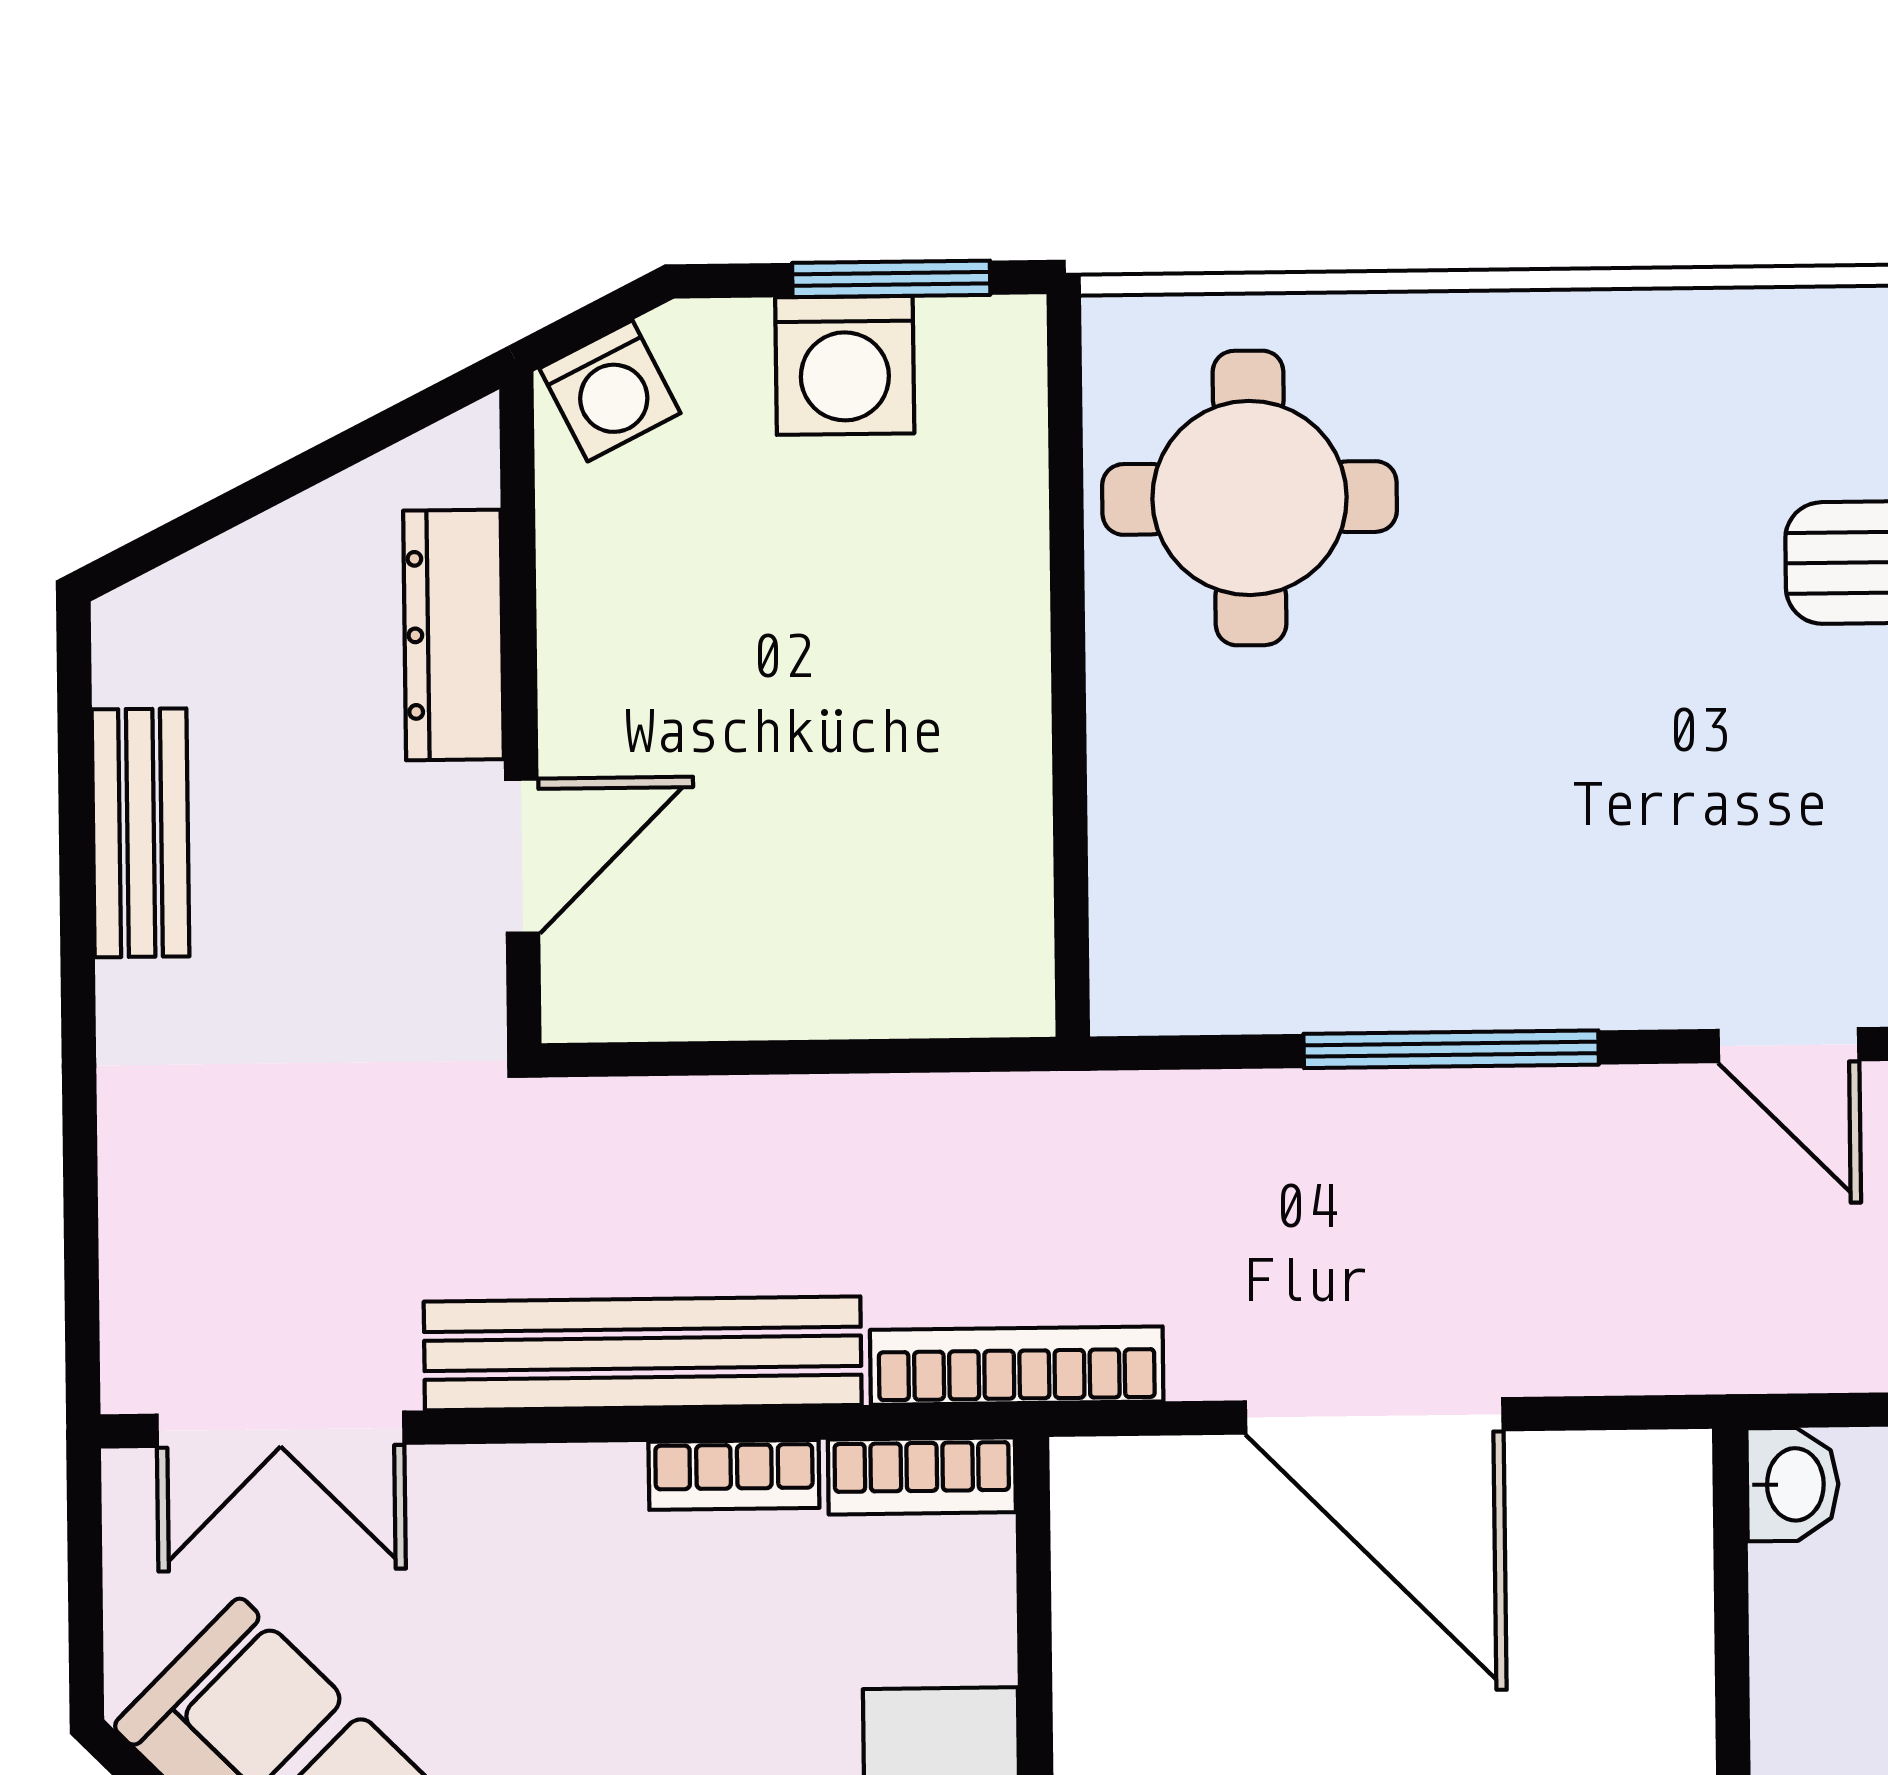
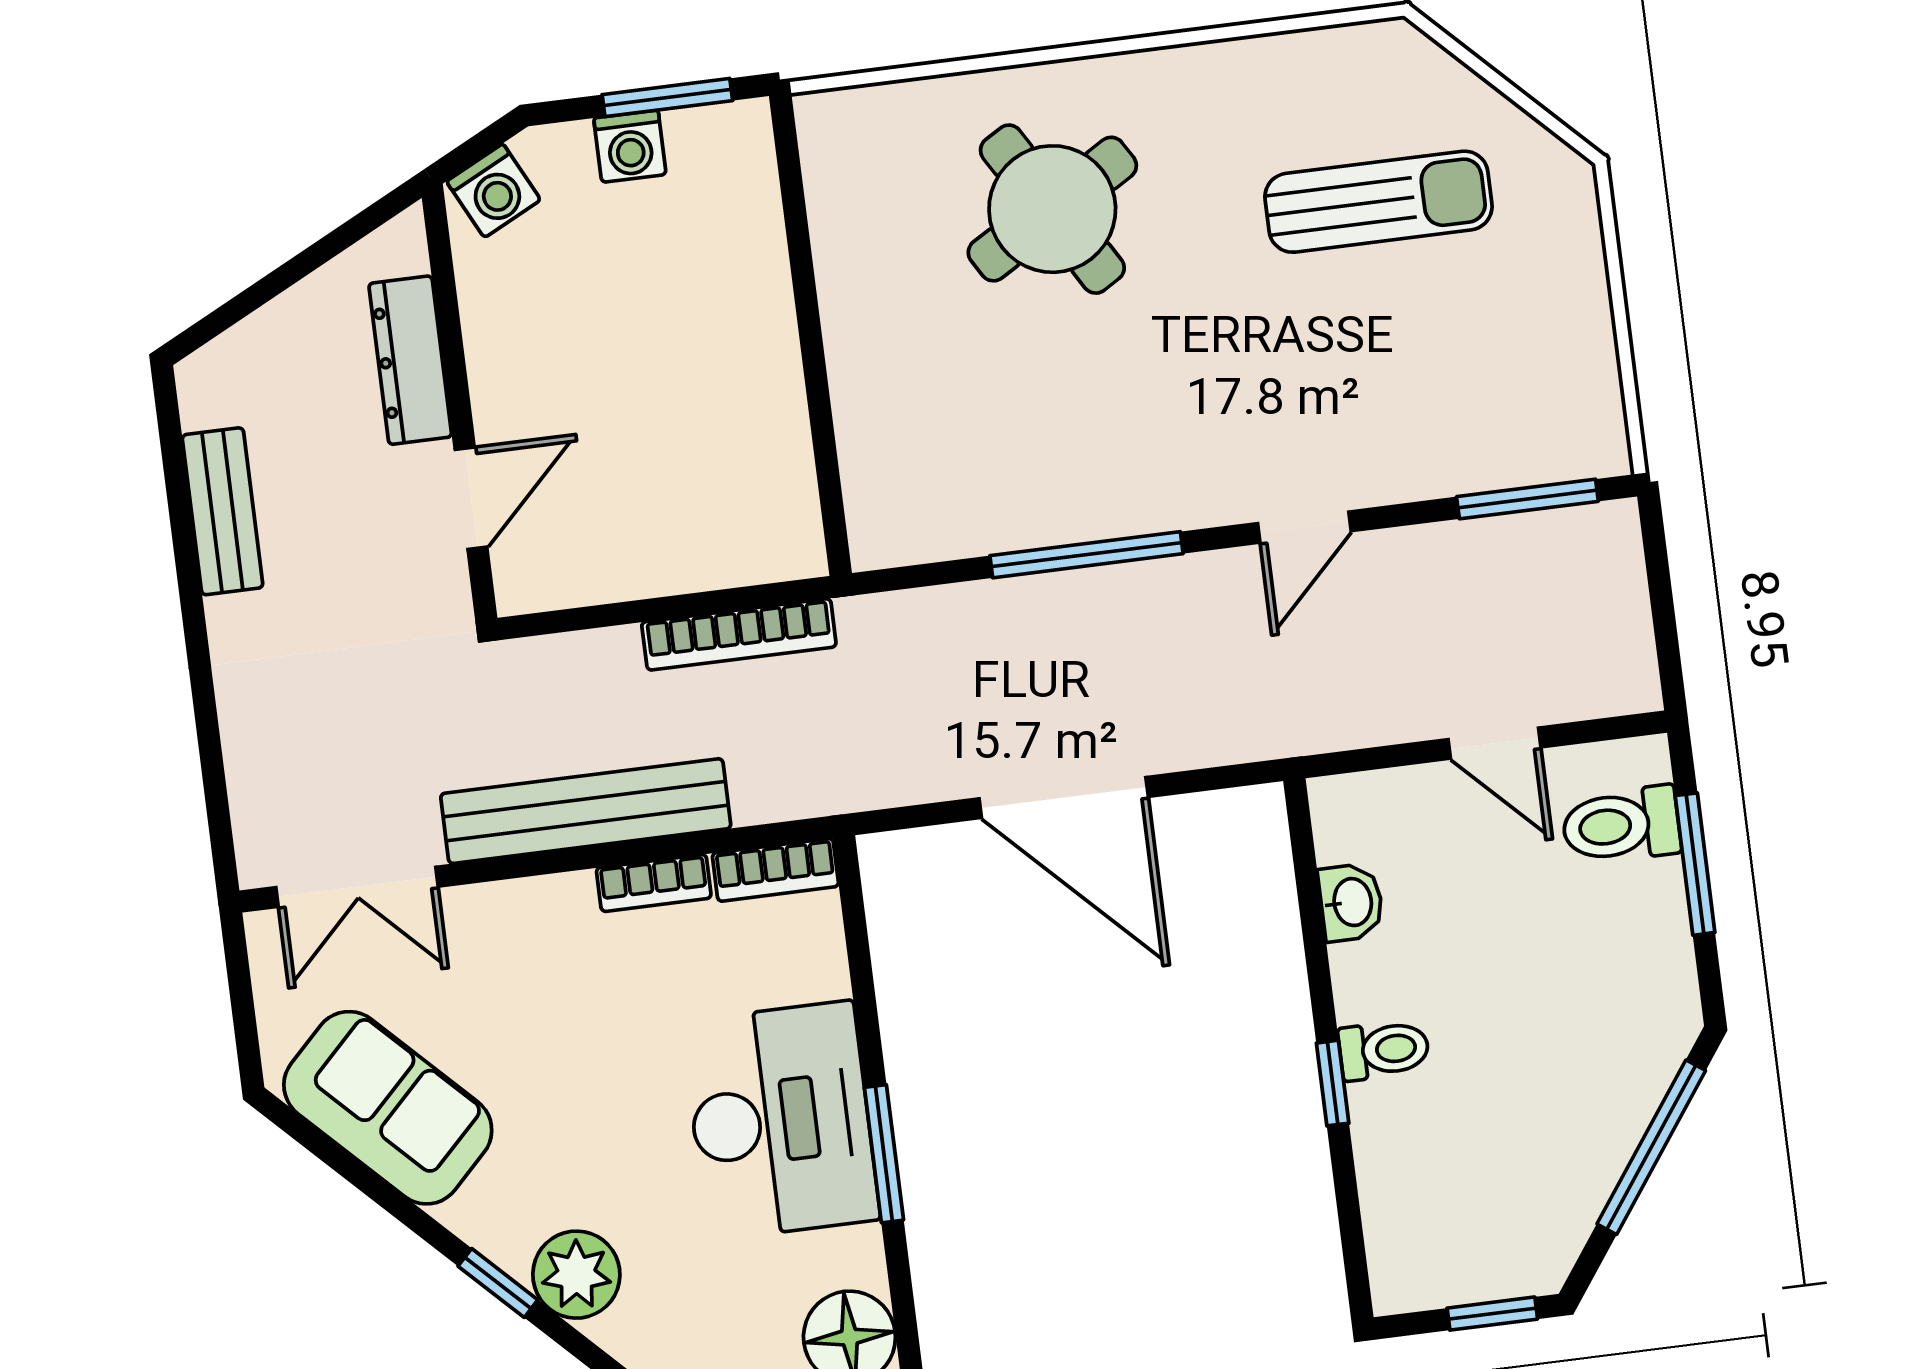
washing machine: (845, 365) -> (630, 146), width x0.73, depth x0.73
round table: (1249, 498) -> (1052, 209), moved, turned -31
door: (1788, 1045) -> (1304, 527), hinge flipped
bookcase: (1017, 1366) -> (739, 634), moved, turned 180
washbasin: (1793, 1484) -> (1351, 902), moved

